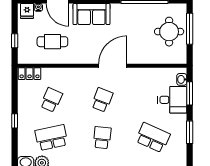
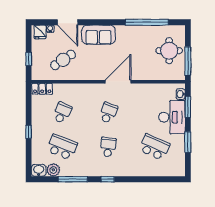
window: (190, 29) -> (188, 61), moved
cafe table: (52, 42) -> (63, 60), turned -34
desk: (172, 100) -> (172, 117), width x1.37
school desk: (51, 138) -> (62, 147), turned 33

